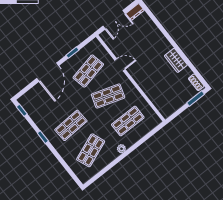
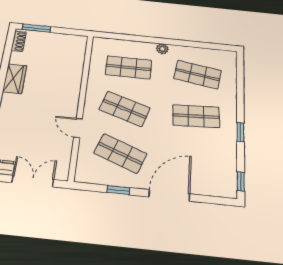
shop shelf: (88, 71) -> (120, 153), turned 33
shop shelf: (91, 150) -> (198, 75), turned 30

